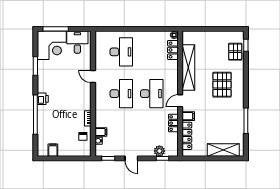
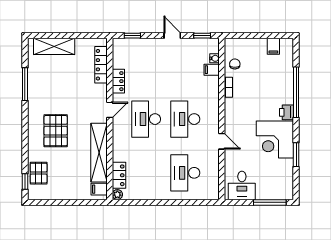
corner desk: (52, 45) -> (275, 140), moved, turned -90
filing cabinet: (188, 116) -> (99, 189), moved
plant: (159, 151) -> (136, 45), removed

